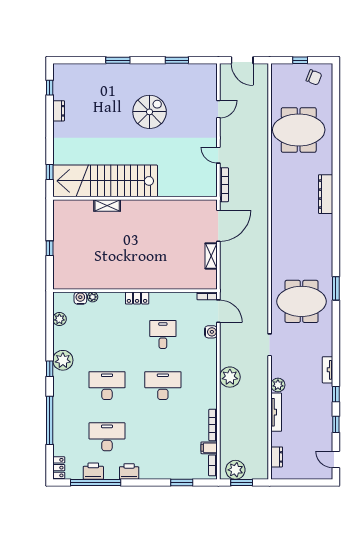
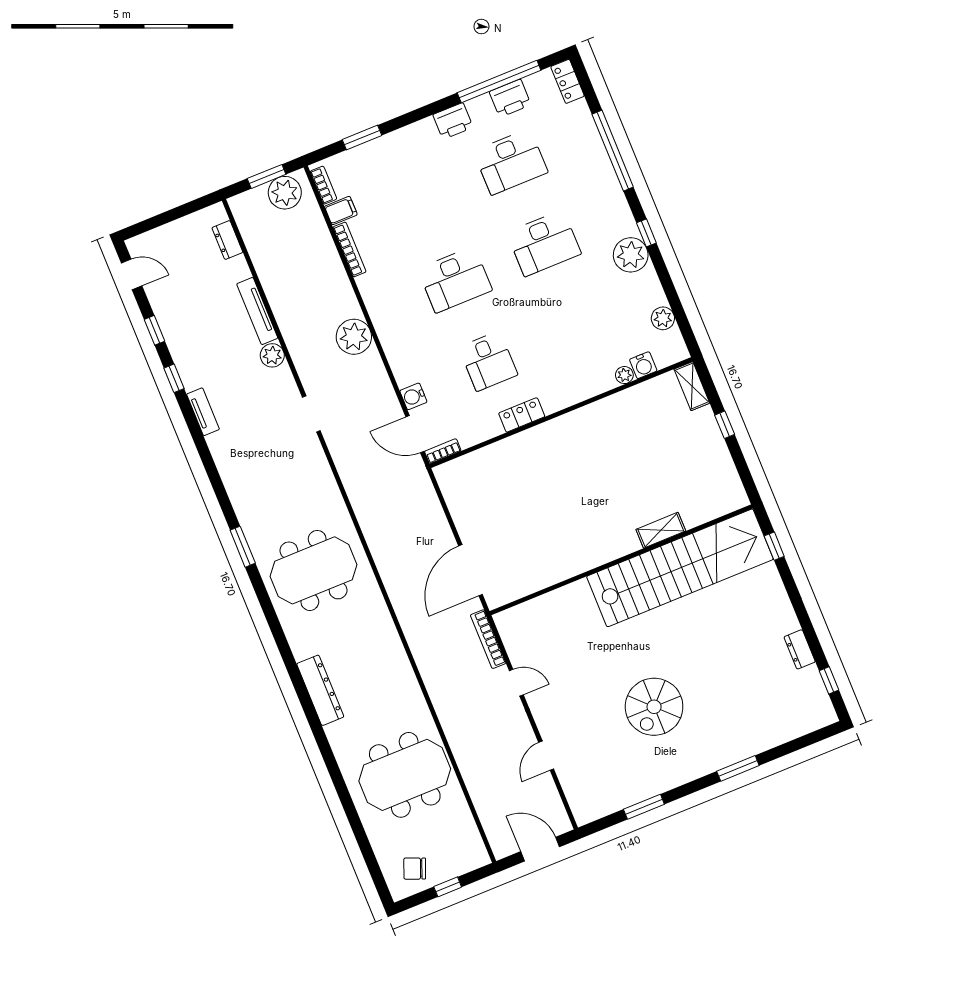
shelving: (211, 256) -> (692, 386), moved
locker: (137, 298) -> (522, 415), moved
meeting table: (302, 301) -> (313, 570), moved

